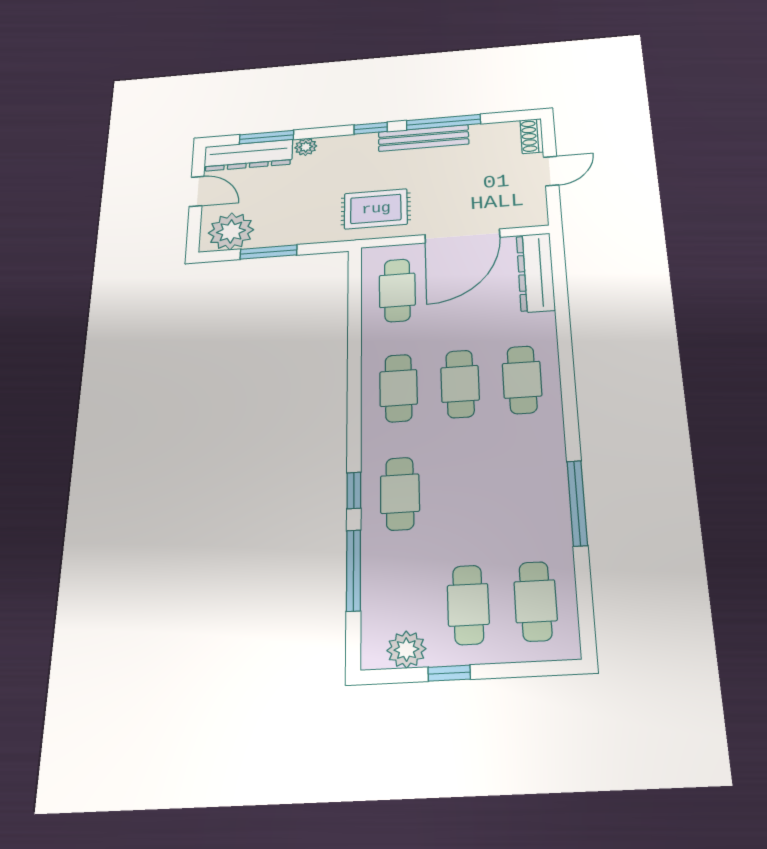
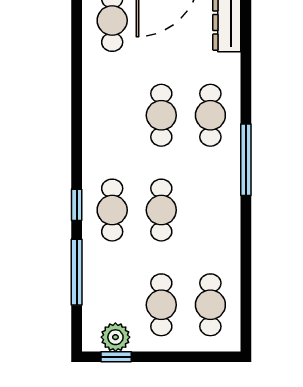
cafe table: (398, 388) -> (161, 210), moved
window: (577, 503) -> (246, 160), moved
window: (449, 673) -> (116, 357), moved

